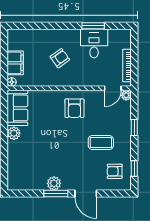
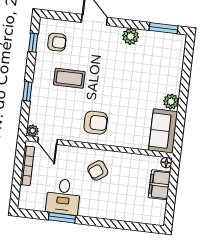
armchair: (60, 58) -> (98, 170), moved
door: (113, 88) -> (47, 141), swing flipped
armchair: (74, 108) -> (96, 123), turned 90
window: (56, 194) -> (164, 28), moved

